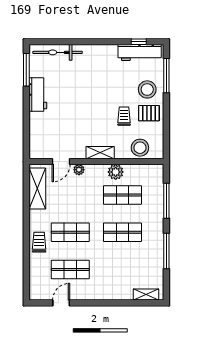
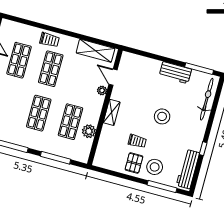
window: (139, 42) -> (203, 149), moved
stool: (140, 148) -> (162, 116), moved
plant: (116, 172) -> (89, 131), moved

